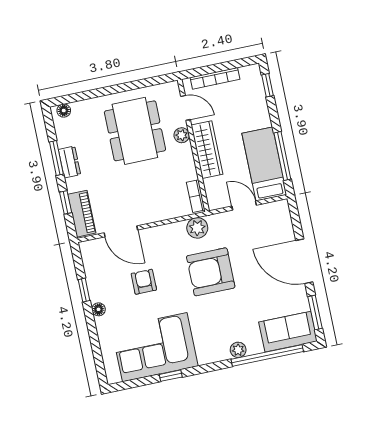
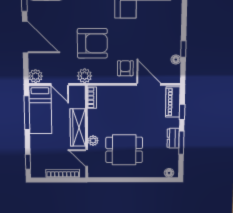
dining table: (135, 131) -> (124, 150), width x0.73
plant: (280, 210) -> (36, 76), added
plant: (197, 228) -> (85, 76), moved
armchair: (144, 282) -> (125, 68), moved, turned 180
floor lamp: (99, 309) -> (176, 60), moved

